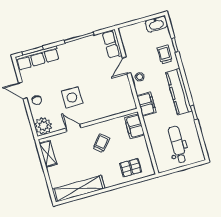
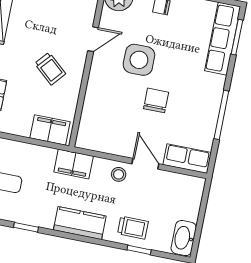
chair: (89, 77) -> (156, 100), added
kitchen counter: (179, 92) -> (80, 223), width x0.67

